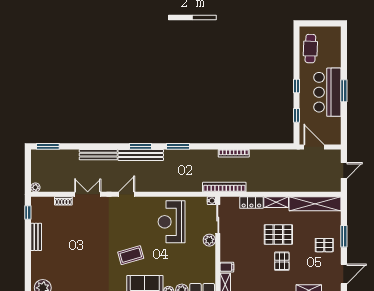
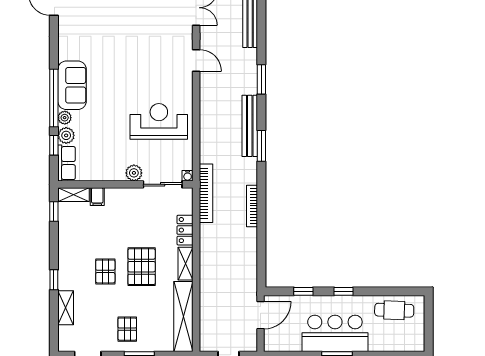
window: (178, 146) -> (261, 146), moved
bench: (141, 155) -> (250, 126), moved
coffee table: (131, 255) -> (114, 66), removed
pallet: (282, 261) -> (105, 271), turned 90

